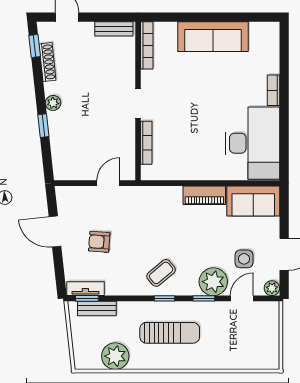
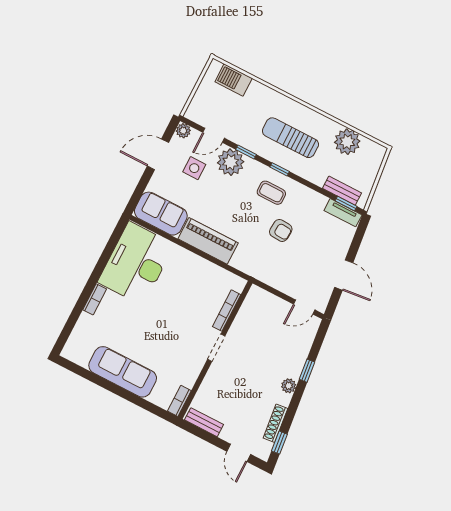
bookcase: (147, 45) -> (179, 401), width x0.64
door: (108, 183) -> (304, 307), moved
piano: (204, 195) -> (208, 241), width x1.37, depth x1.33
armchair: (99, 242) -> (281, 230), moved
coffee table: (161, 273) -> (271, 193), turned 40
barbecue: (250, 359) -> (234, 80), added

